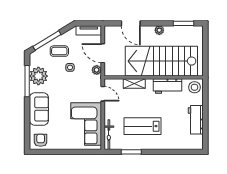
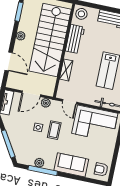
door: (131, 23) -> (9, 61), hinge flipped
coffee table: (59, 51) -> (54, 130), moved
plant: (38, 76) -> (39, 163), width x0.53, depth x0.53
door: (103, 94) -> (70, 102), swing flipped

